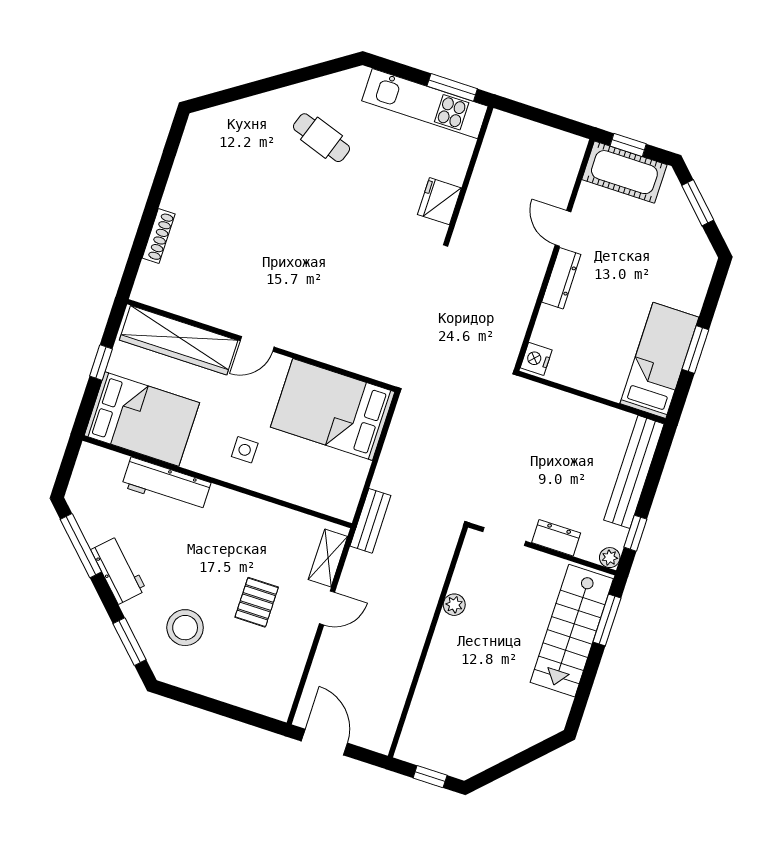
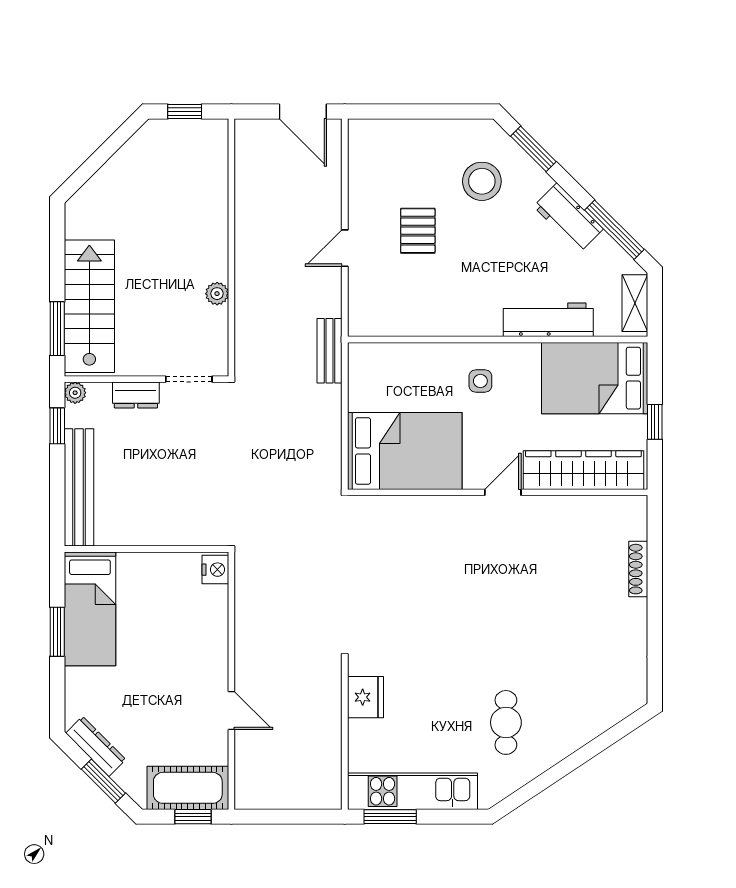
cafe table: (321, 138) -> (506, 722), turned 71
dresser: (561, 278) -> (96, 746), moved, turned 135
shelving: (328, 558) -> (635, 303), moved

